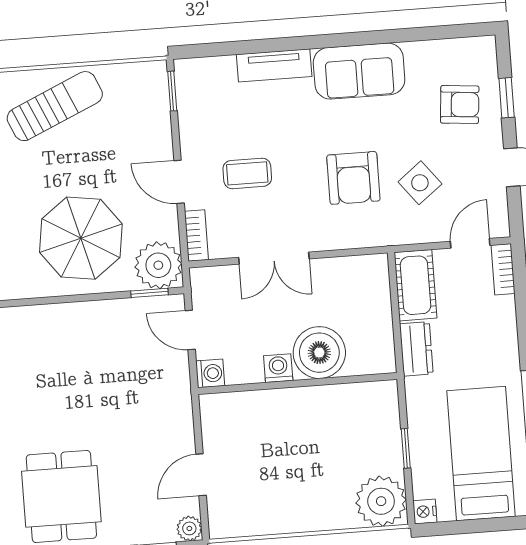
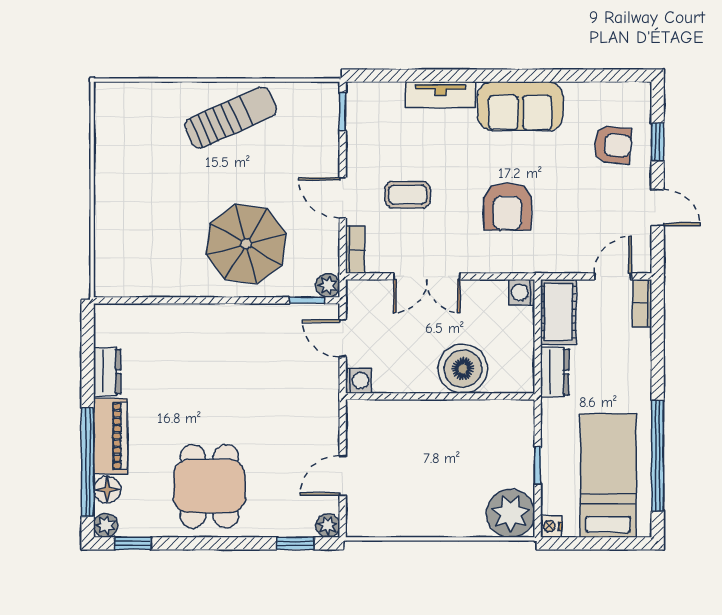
side table: (420, 183) -> (570, 216), removed
plant: (158, 265) -> (328, 285), width x0.53, depth x0.53
washing machine: (278, 368) -> (522, 292), moved, turned -90

